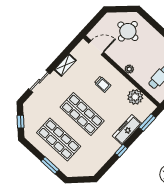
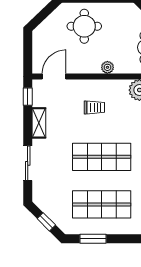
round table: (128, 31) -> (84, 26), moved
window: (72, 46) -> (28, 97), added
window: (50, 165) -> (93, 239), moved

